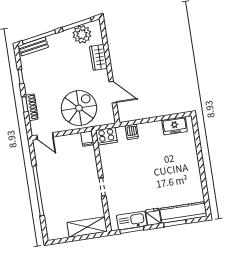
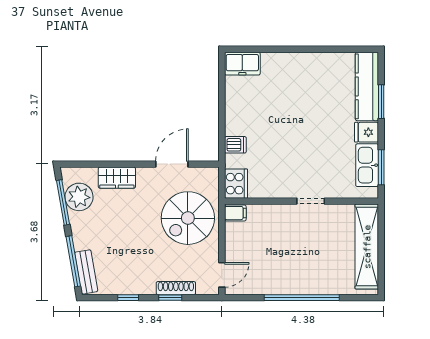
spiral stairs: (79, 108) -> (188, 218), turned -90
freezer: (175, 126) -> (242, 64), moved, turned 90
shelving: (87, 227) -> (367, 247), width x1.47

